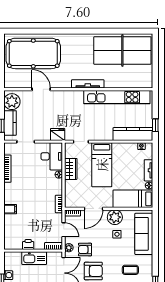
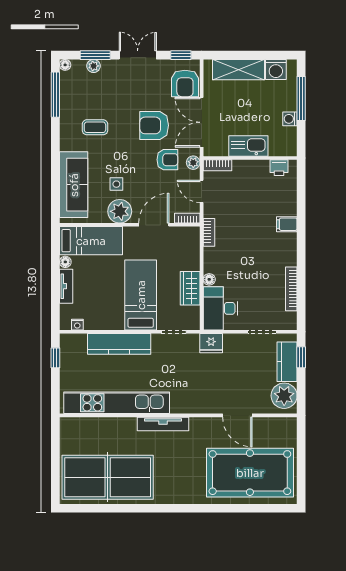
kitchen counter: (133, 134) -> (119, 344), moved
printer: (28, 245) -> (279, 168), moved

